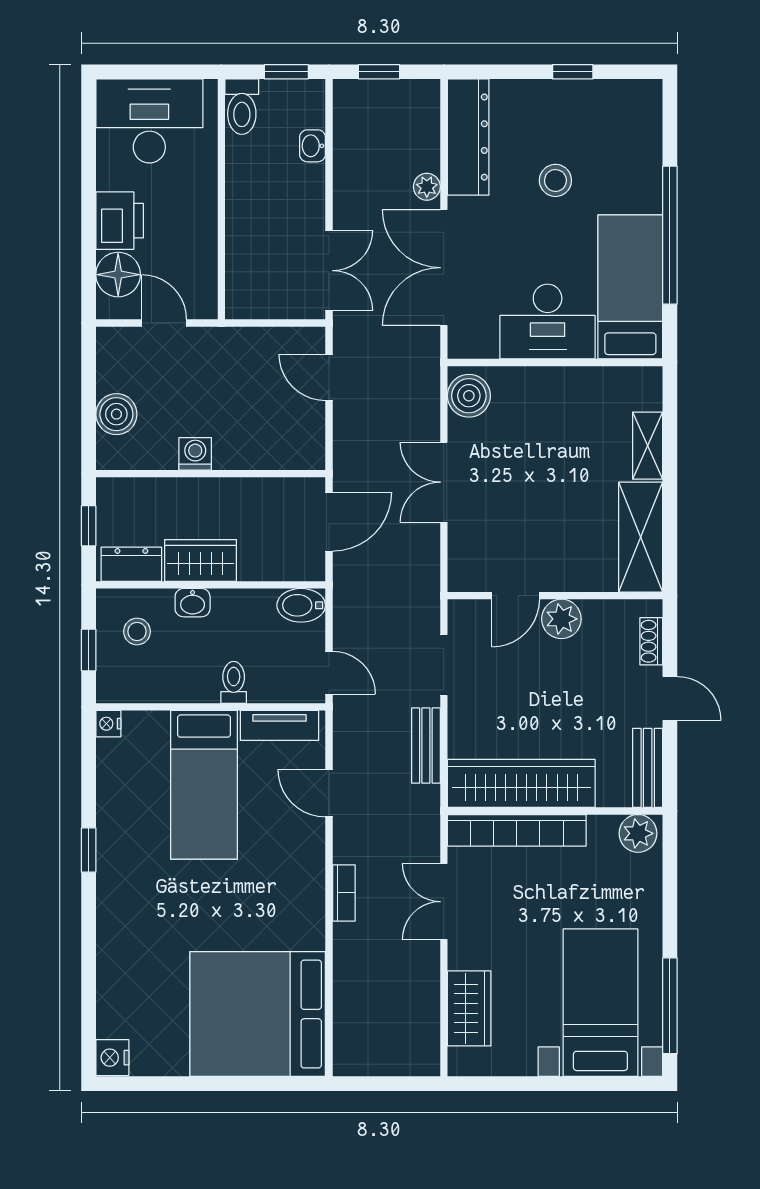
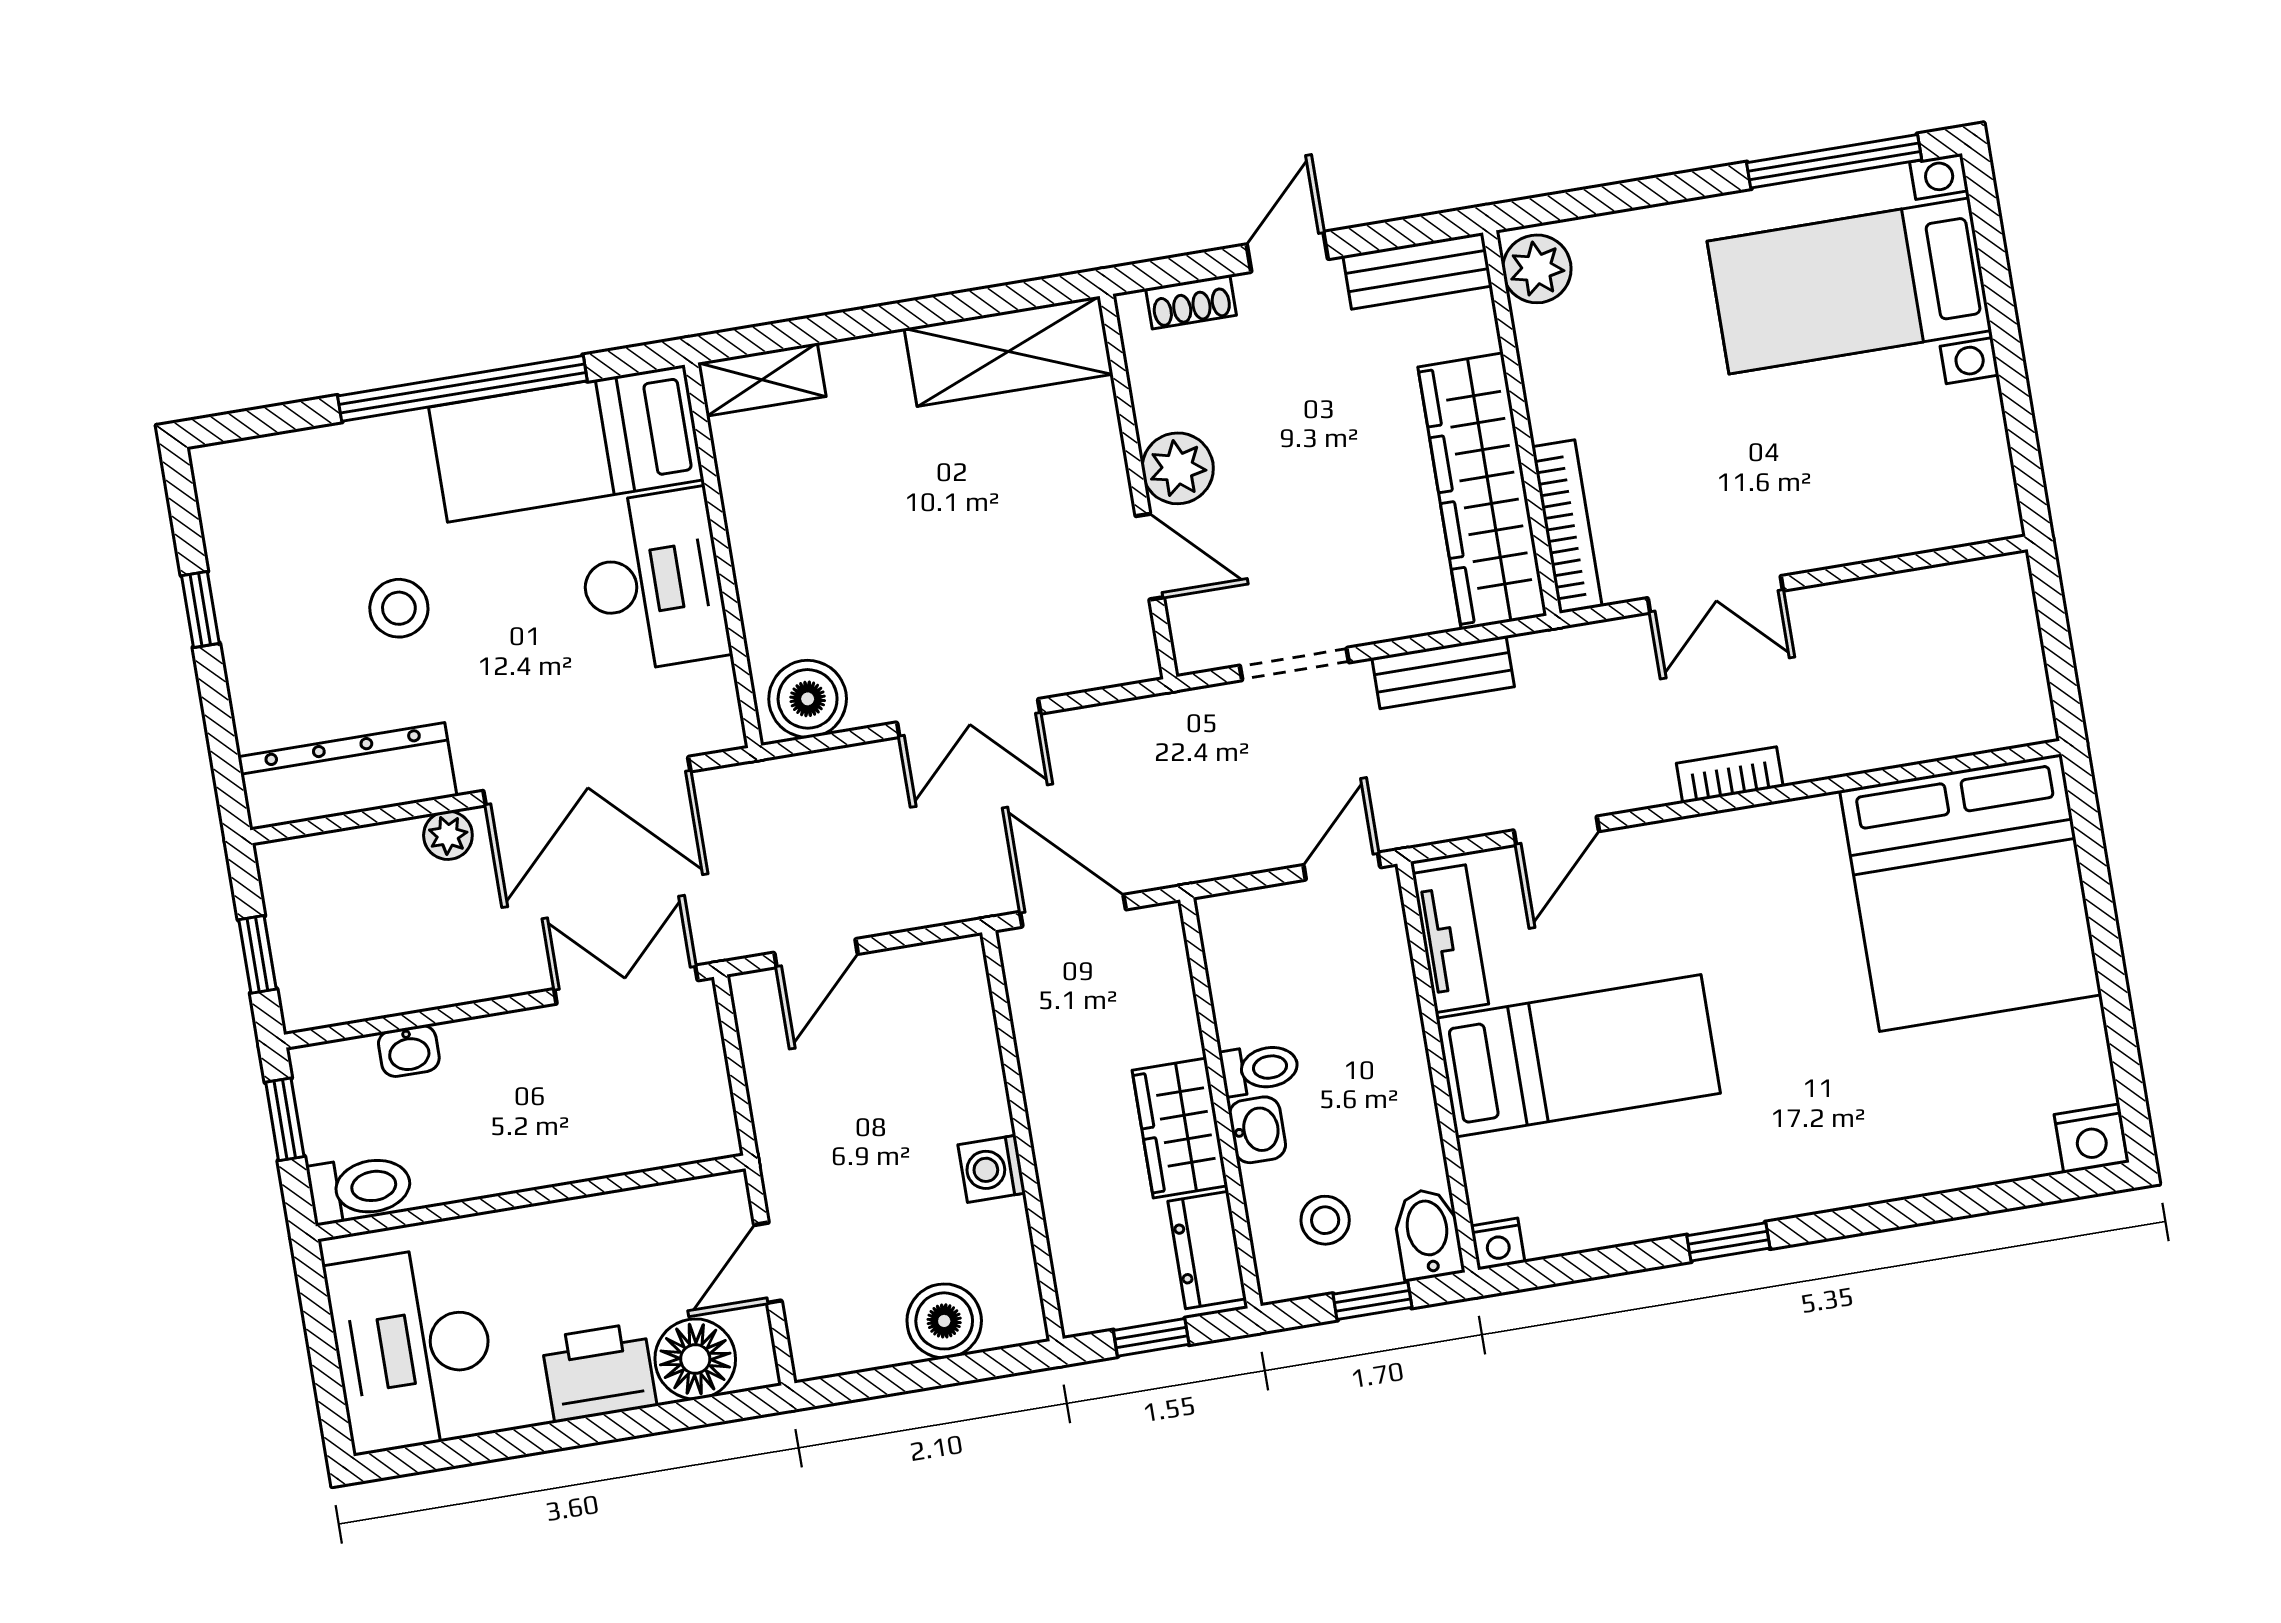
shelving: (648, 446) -> (762, 380), moved
bidet: (301, 605) -> (1428, 1234), moved, turned 180
toilet: (234, 682) -> (1260, 1069), moved, turned 180
bookcase: (517, 830) -> (1567, 527), width x0.68, depth x0.76
wardrobe: (469, 1008) -> (1898, 518), removed

